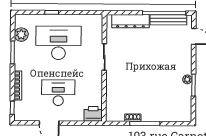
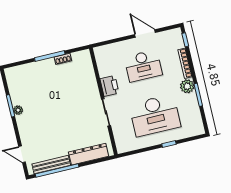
plant: (21, 35) -> (187, 86), moved
printer: (93, 114) -> (109, 86), moved, turned -90

